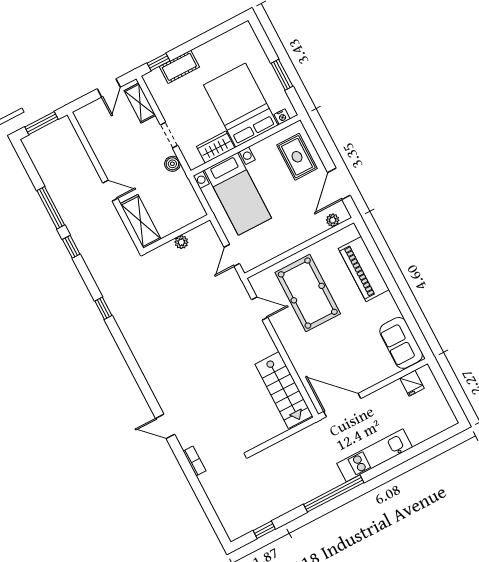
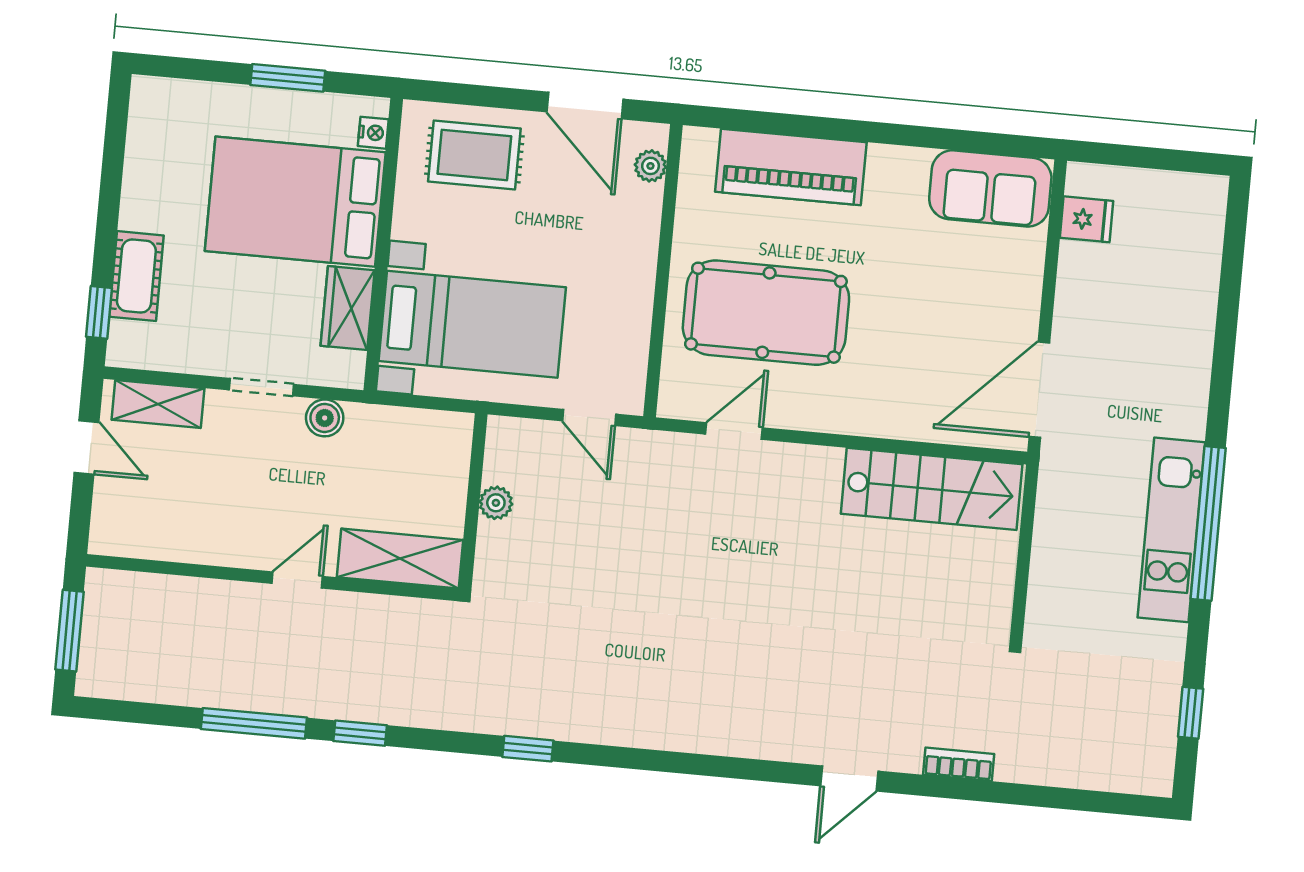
kitchen unit: (375, 455) -> (1171, 530), moved

